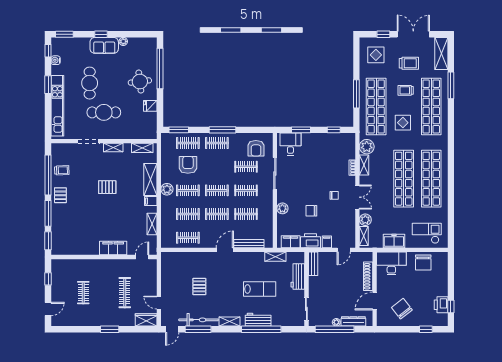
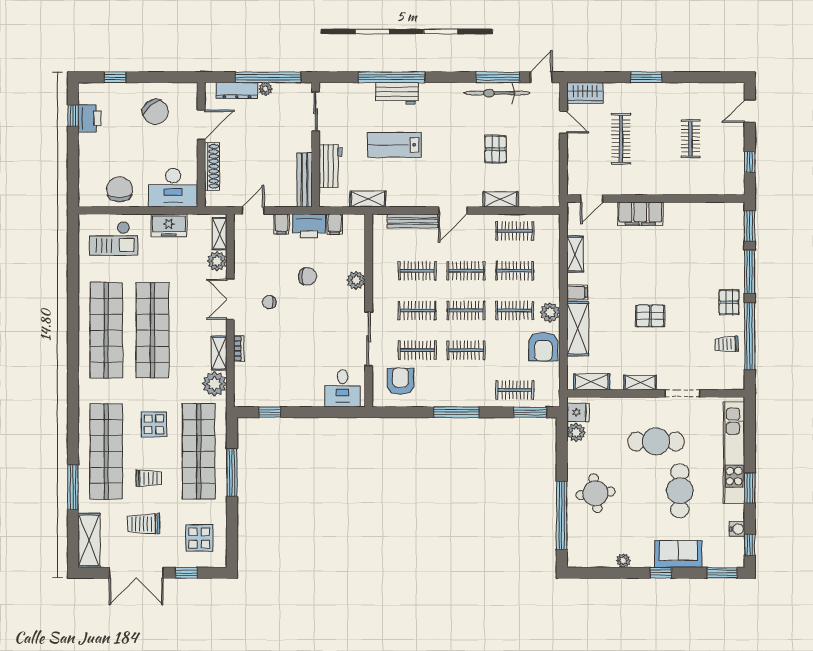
sofa: (104, 45) -> (678, 554), moved
fridge: (150, 106) -> (578, 412), moved
plant: (151, 118) -> (576, 432), added
window: (301, 130) -> (325, 412), removed
clothes rail: (217, 143) -> (466, 350), moved
armchair: (188, 165) -> (543, 347), moved
filing cabinet: (291, 242) -> (335, 224), width x0.50
bench: (313, 264) -> (305, 180), width x1.36
shelving: (229, 322) -> (501, 199), moved

